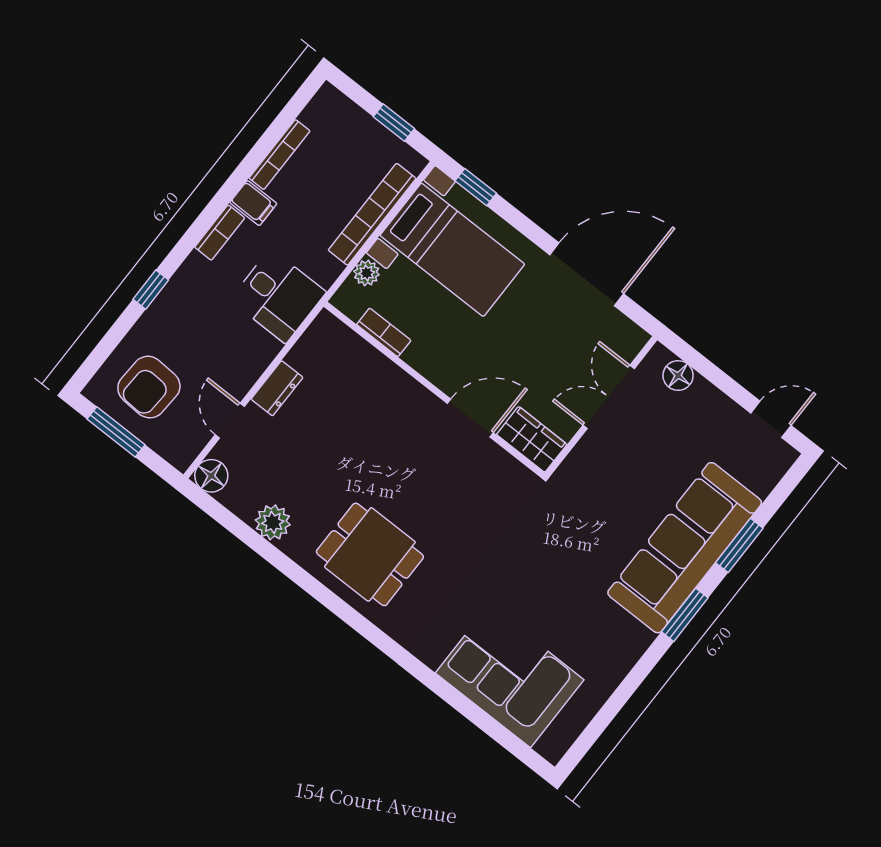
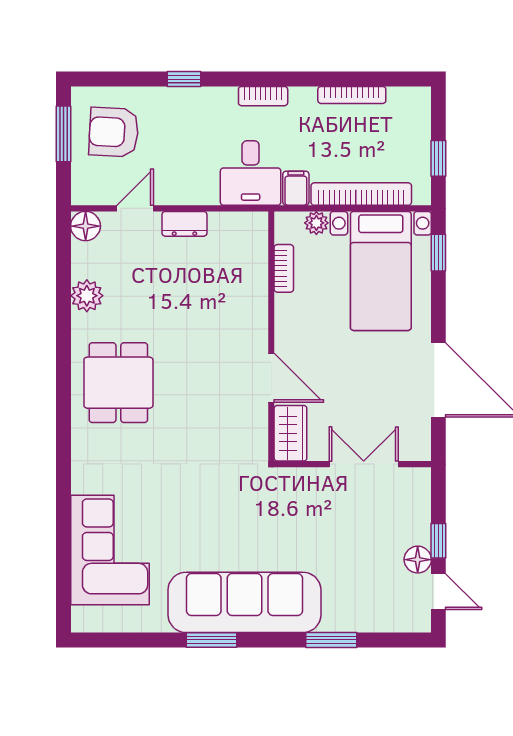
filing cabinet: (253, 203) -> (296, 188), moved, turned 180
floor lamp: (678, 375) -> (418, 560), moved
window: (726, 384) -> (438, 541), added
sofa: (685, 548) -> (244, 602), moved
window: (685, 615) -> (212, 640), moved

